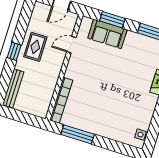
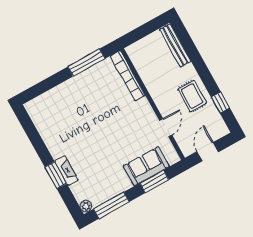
window: (14, 51) -> (220, 103), moved
side table: (140, 135) -> (37, 115), removed

